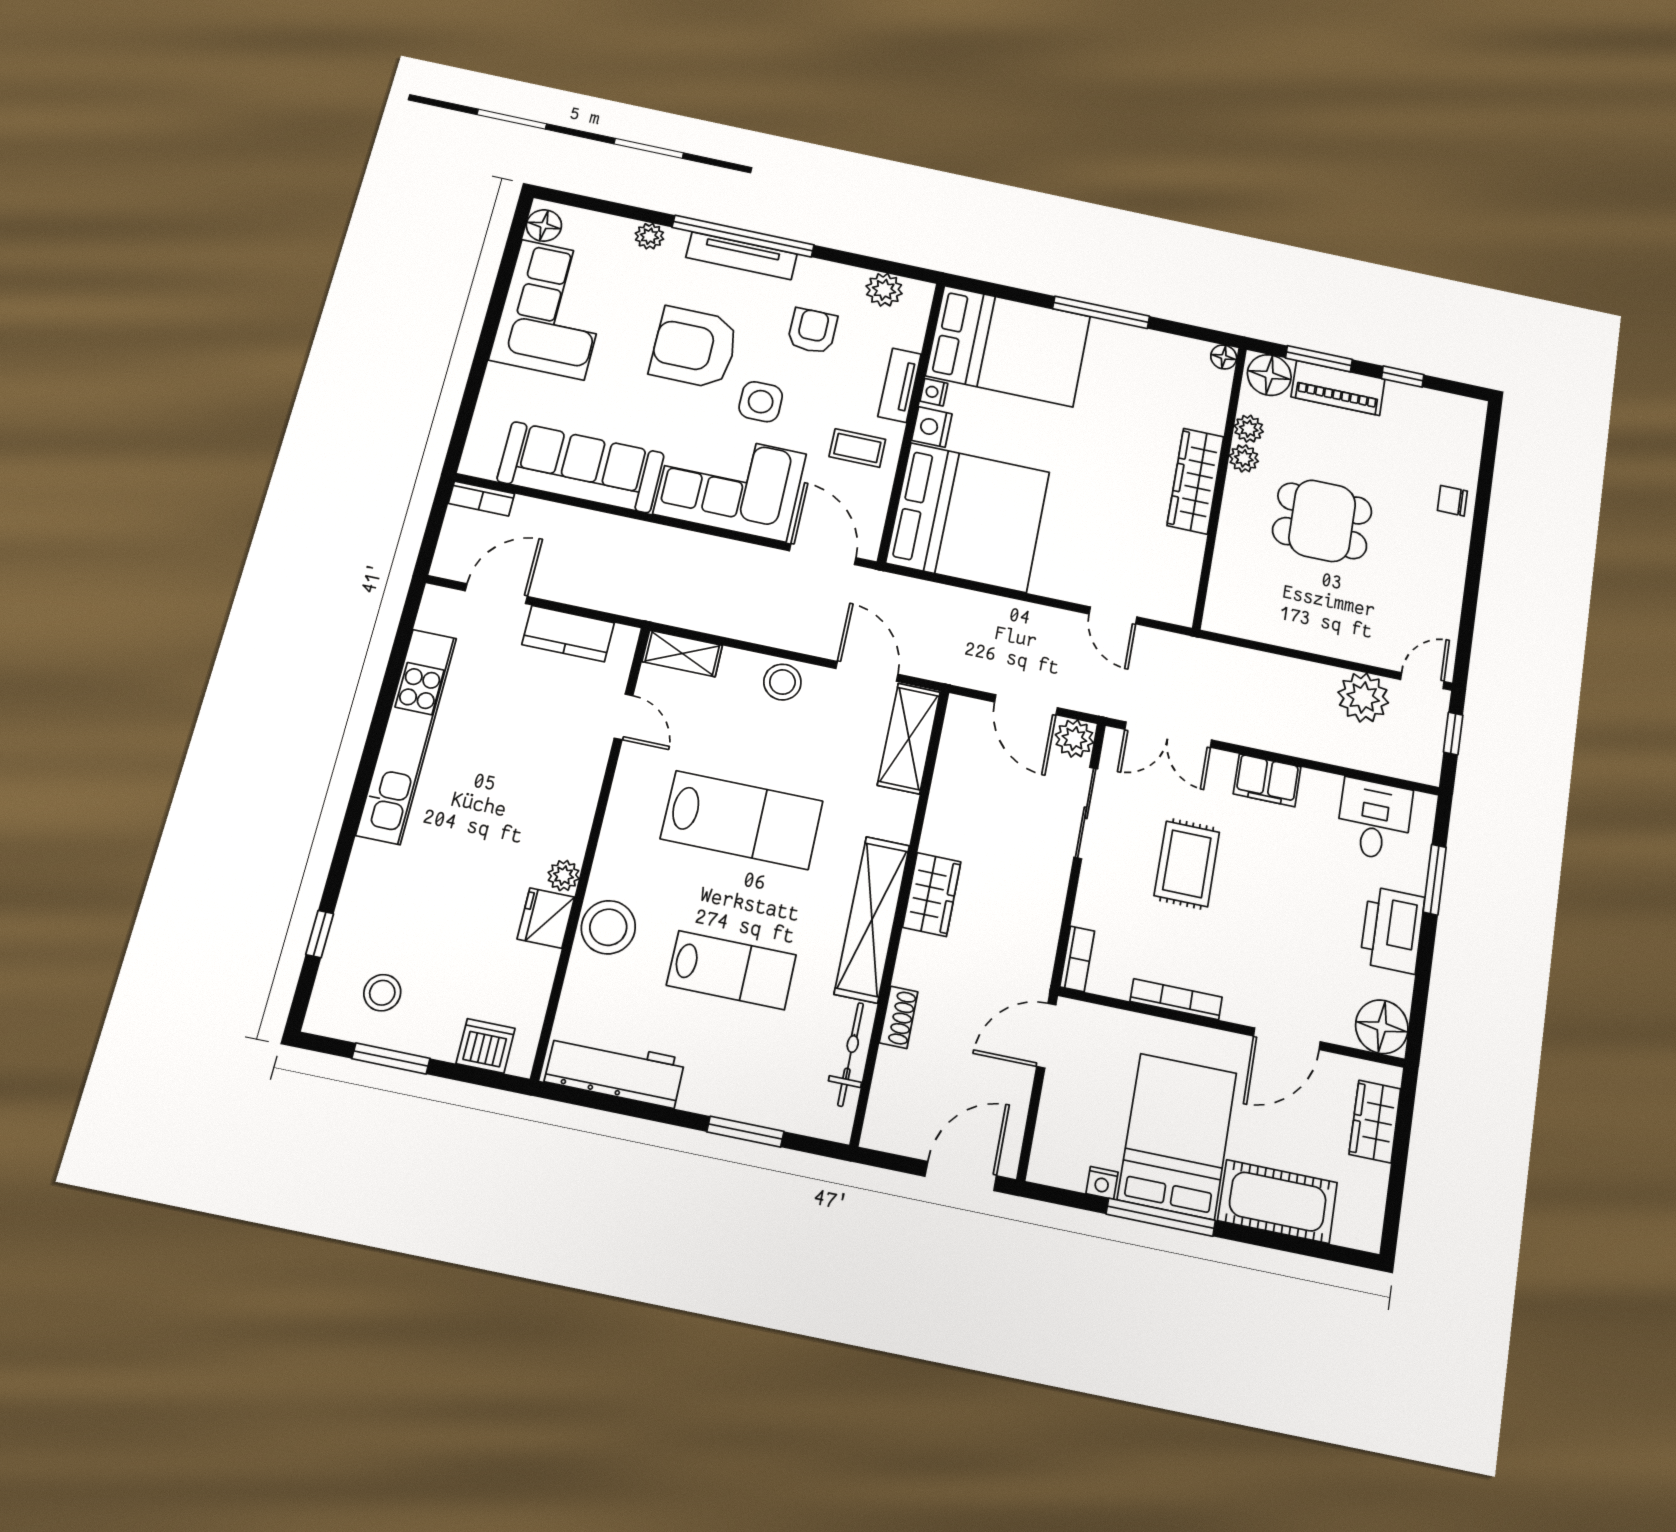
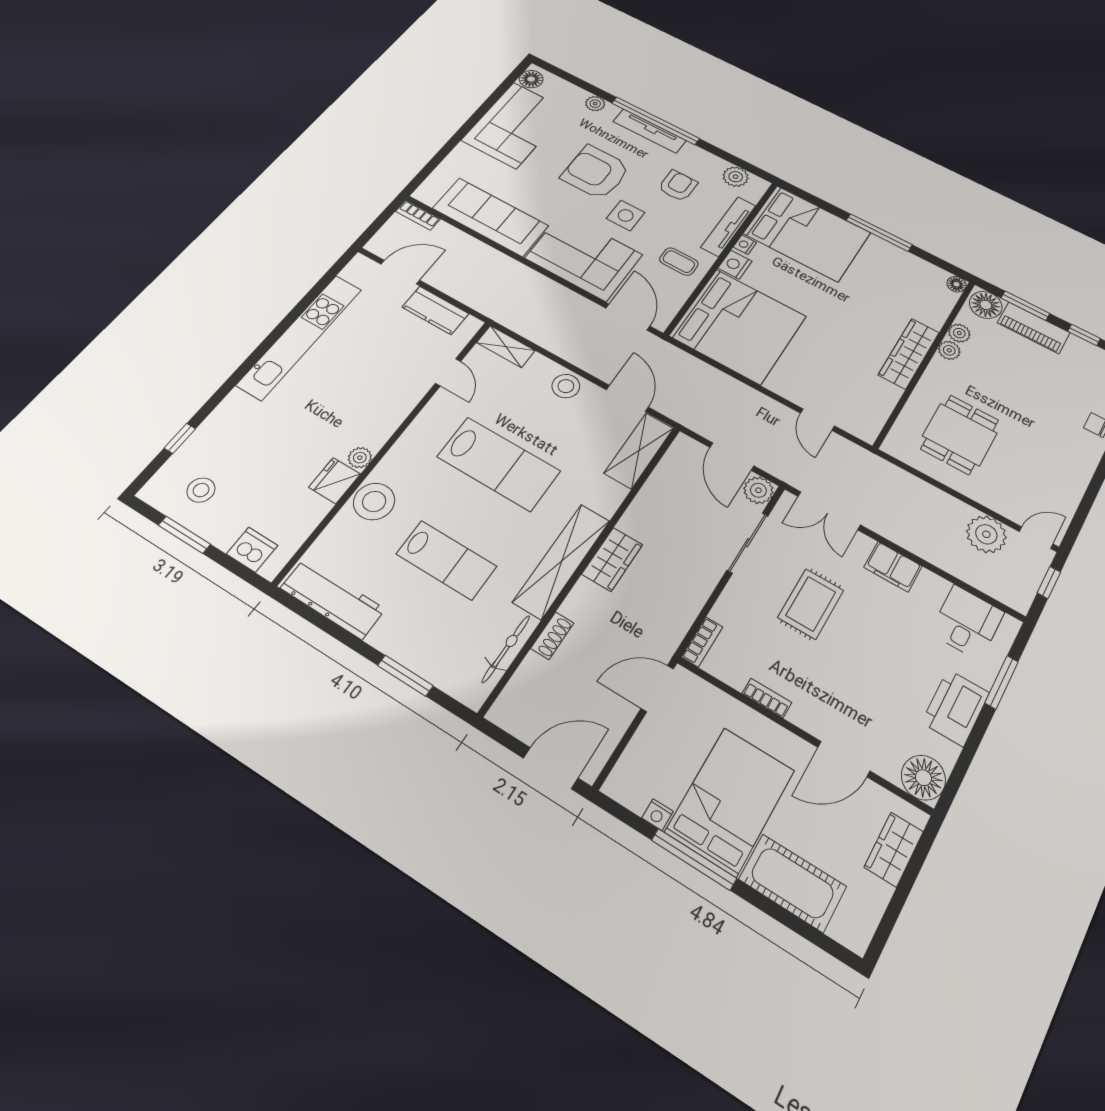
tv unit: (899, 385) -> (728, 226), width x1.41
dining table: (1322, 521) -> (960, 434), moved, turned 90
bookcase: (1176, 999) -> (767, 698), width x0.64

